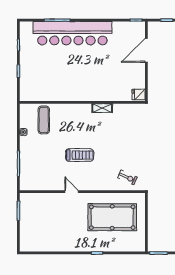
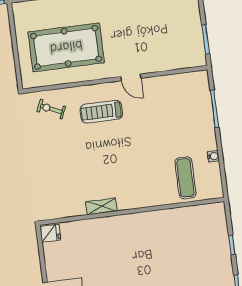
treadmill: (80, 155) -> (101, 112), moved

